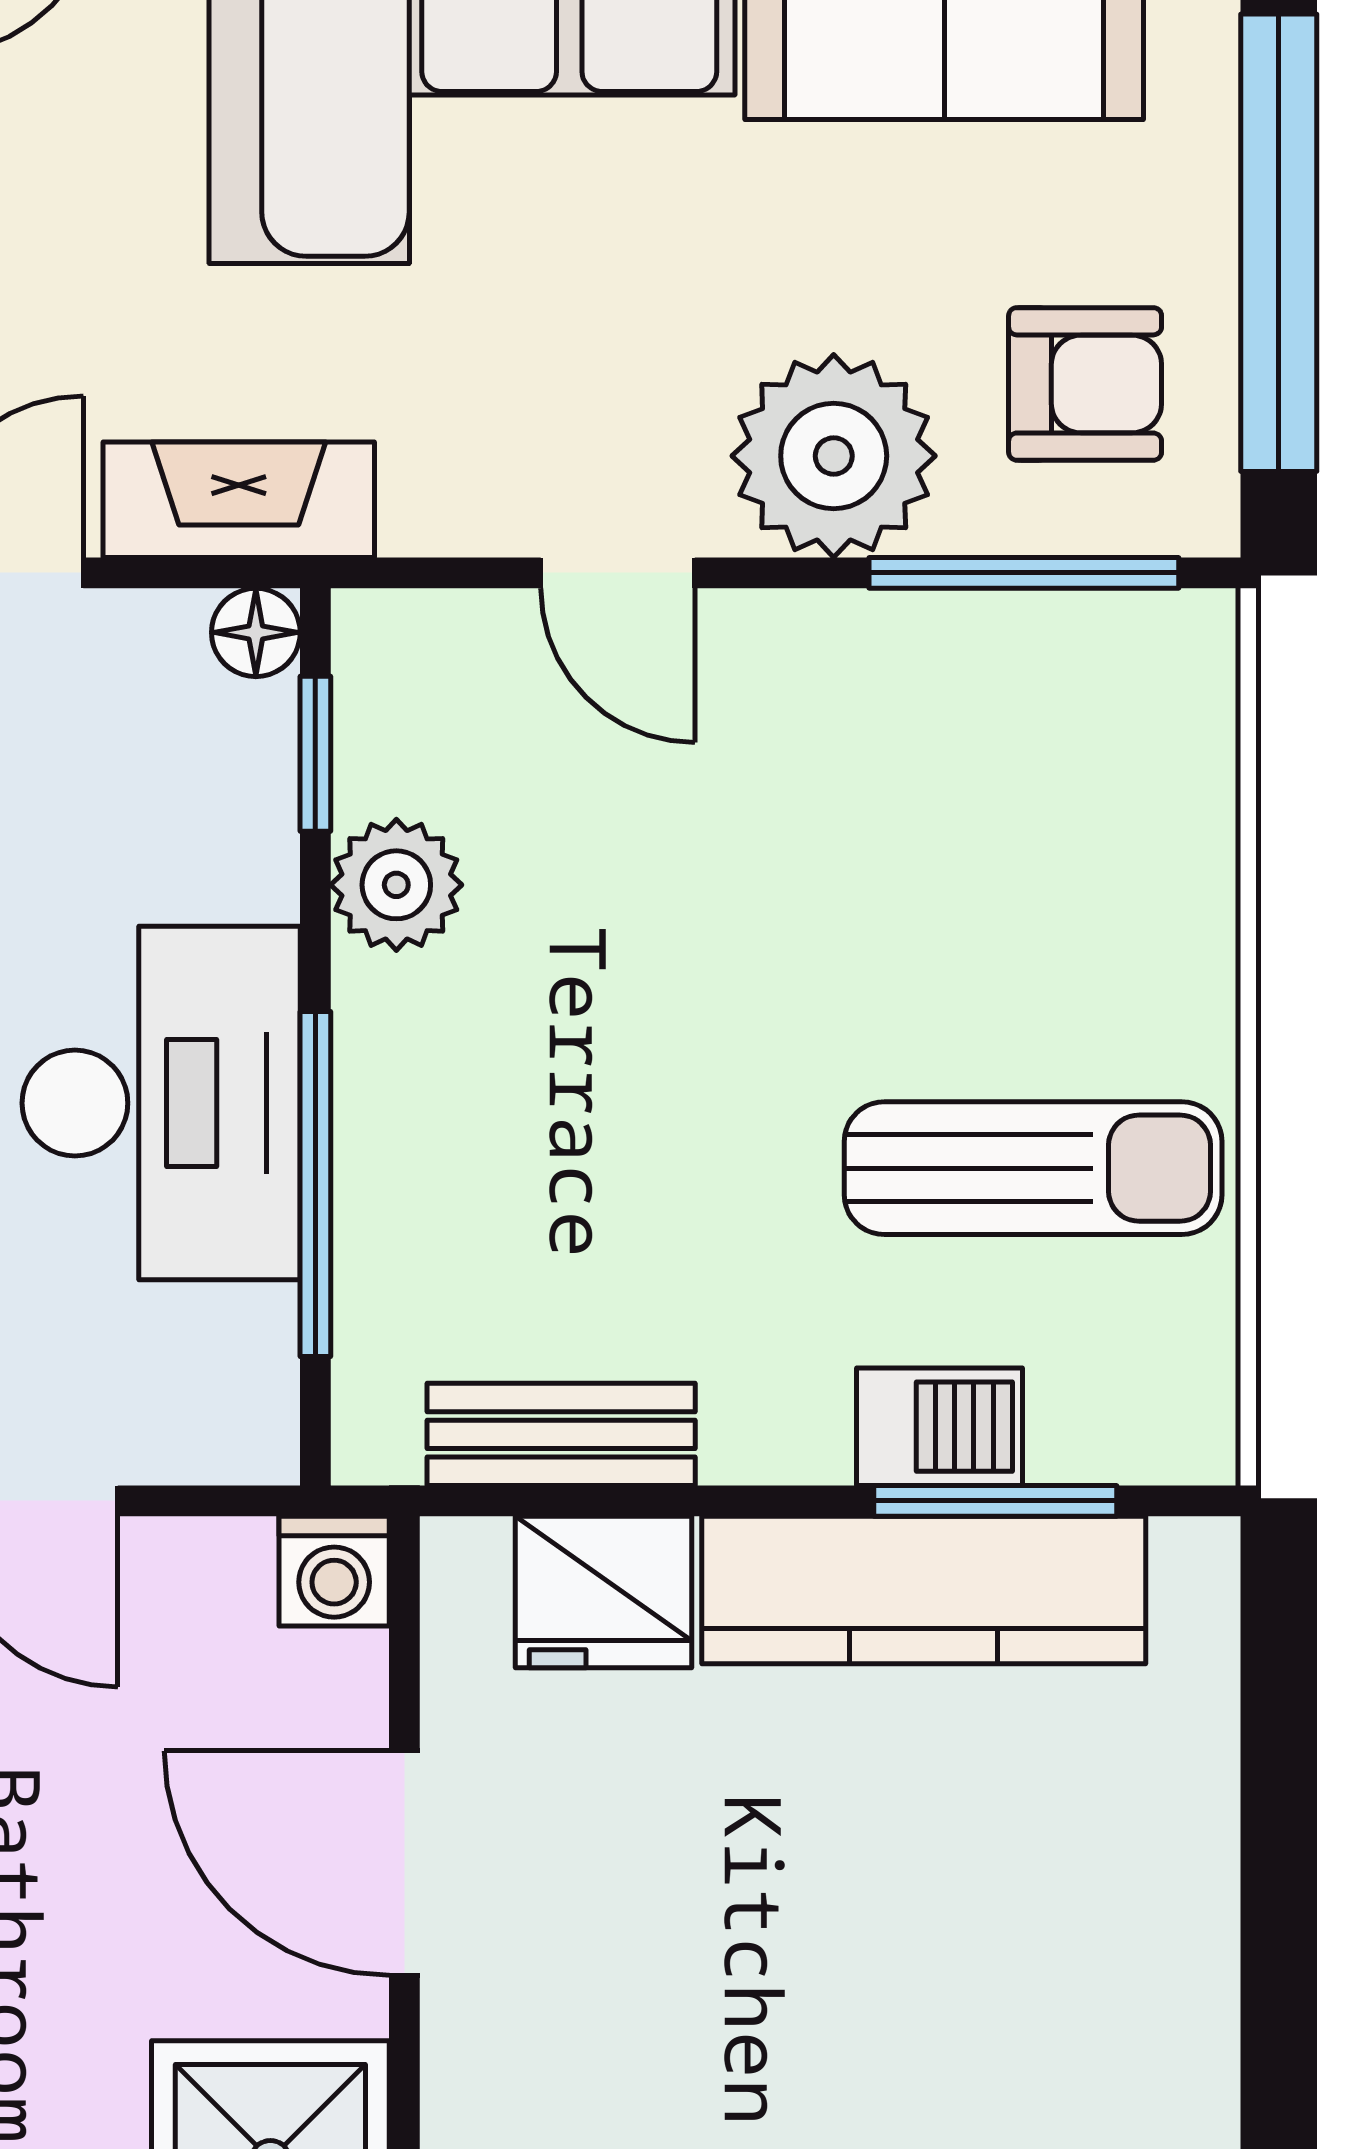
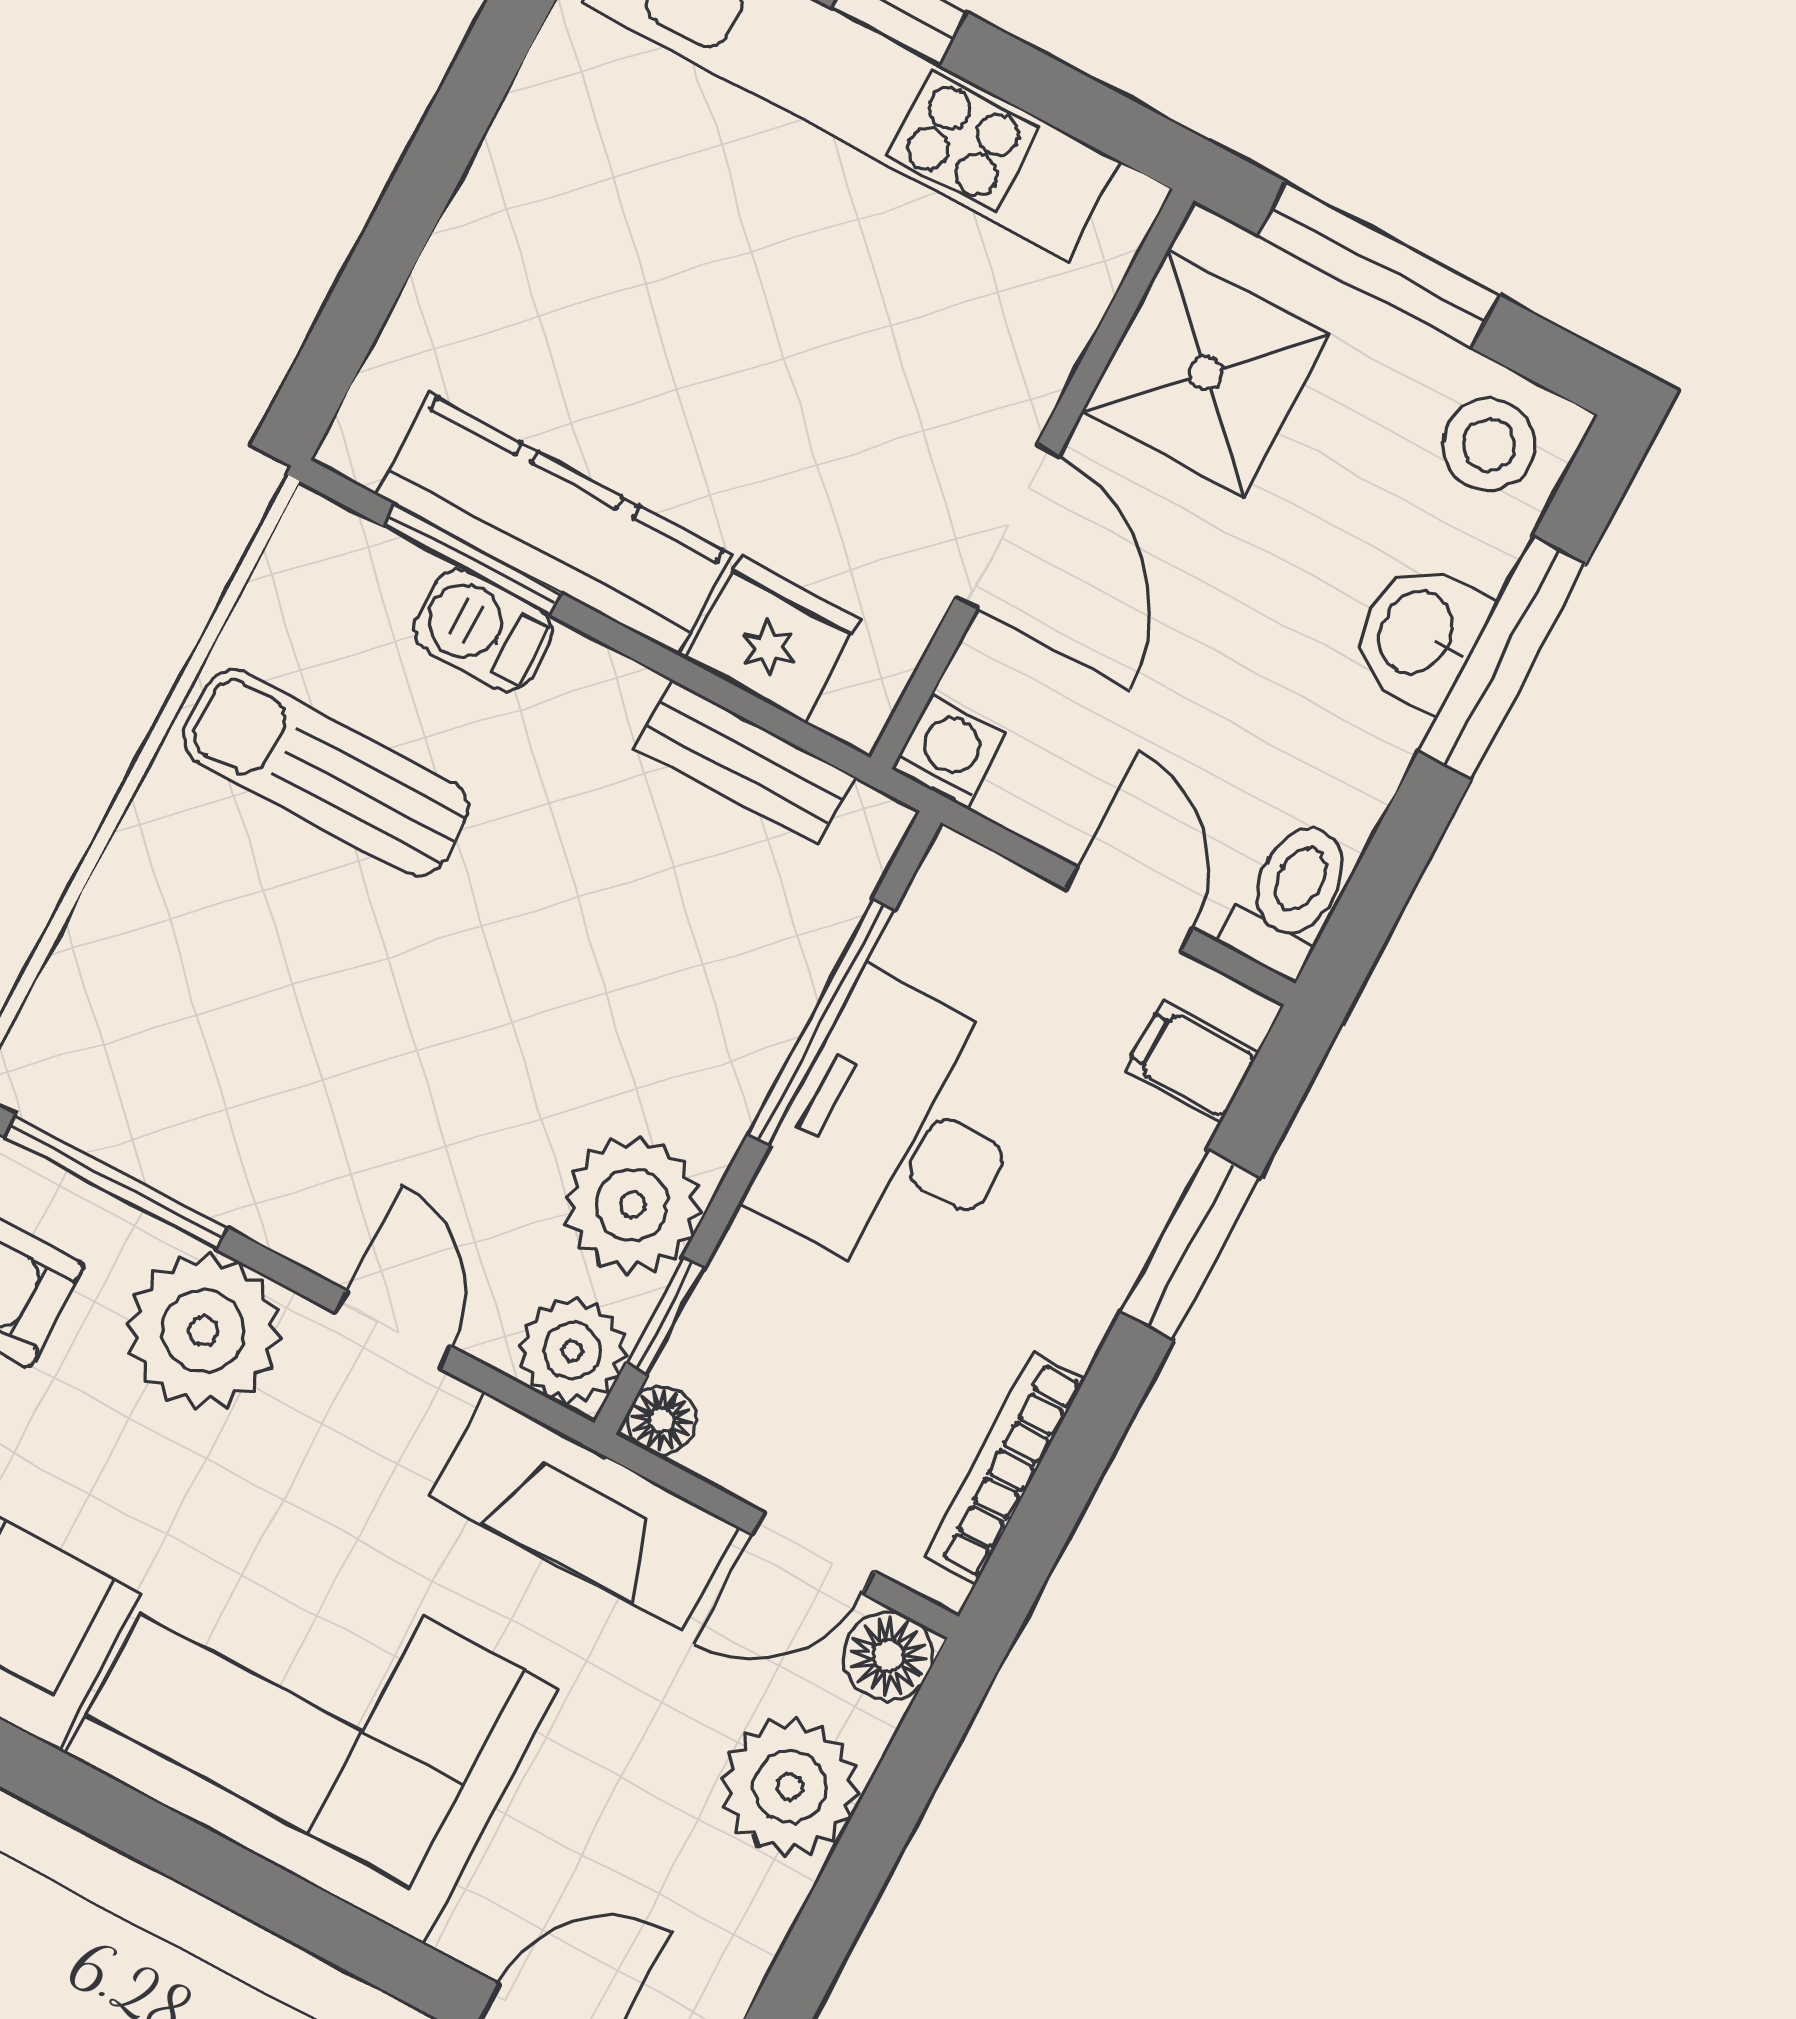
fireplace: (239, 500) -> (584, 1511), width x1.37, depth x1.32
plant: (400, 658) -> (572, 1351), added
plant: (396, 885) -> (632, 1205), width x1.36, depth x1.36

